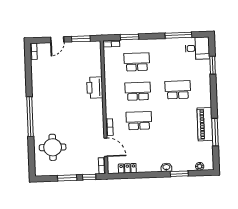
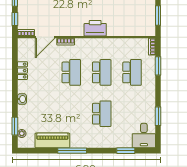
window: (178, 35) -> (158, 116), width x0.69
printer: (95, 88) -> (95, 28), moved
piano: (205, 124) -> (52, 140), moved
window: (215, 132) -> (72, 151), moved
locker: (127, 168) -> (22, 71), moved
window: (179, 174) -> (15, 126), moved

